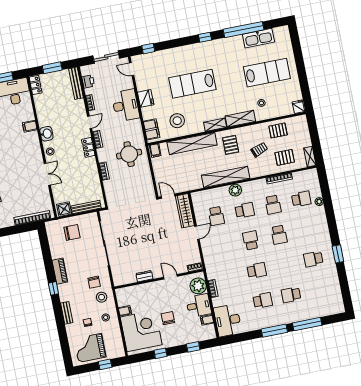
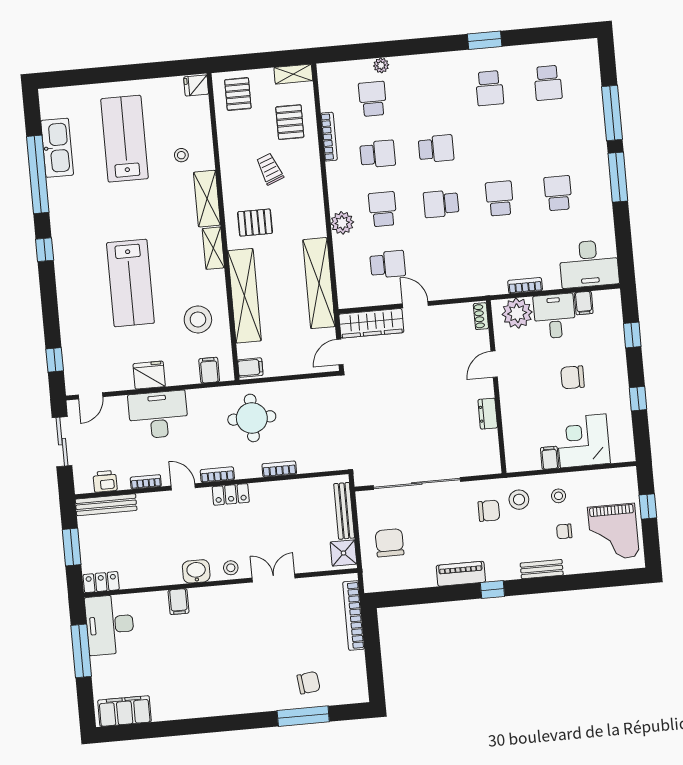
filing cabinet: (152, 129) -> (209, 370), width x0.50
pallet: (278, 130) -> (238, 94), moved
shelving: (226, 177) -> (319, 283), moved
school desk: (291, 295) -> (548, 83), moved
corner desk: (141, 331) -> (583, 441), width x0.74, depth x0.74

